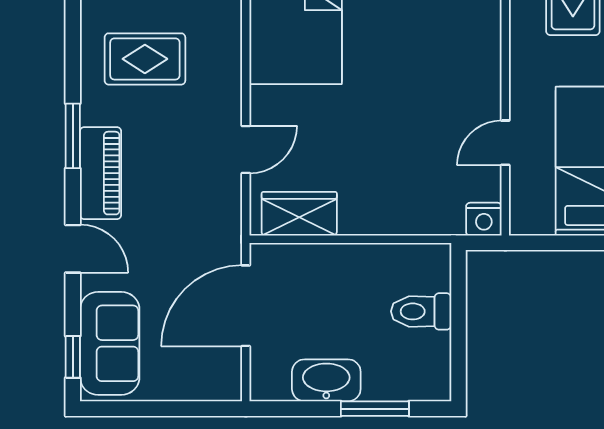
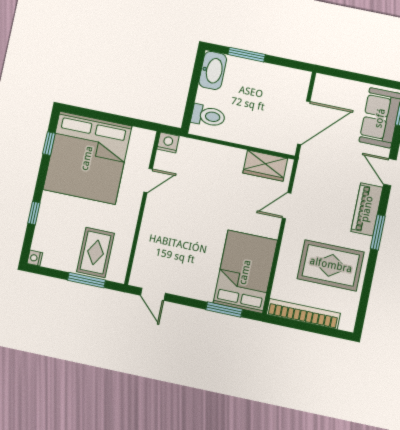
rug: (145, 59) -> (331, 265), width x1.36, depth x1.43
toilet: (421, 311) -> (208, 116), moved
washbasin: (326, 380) -> (213, 70), moved, turned -90

